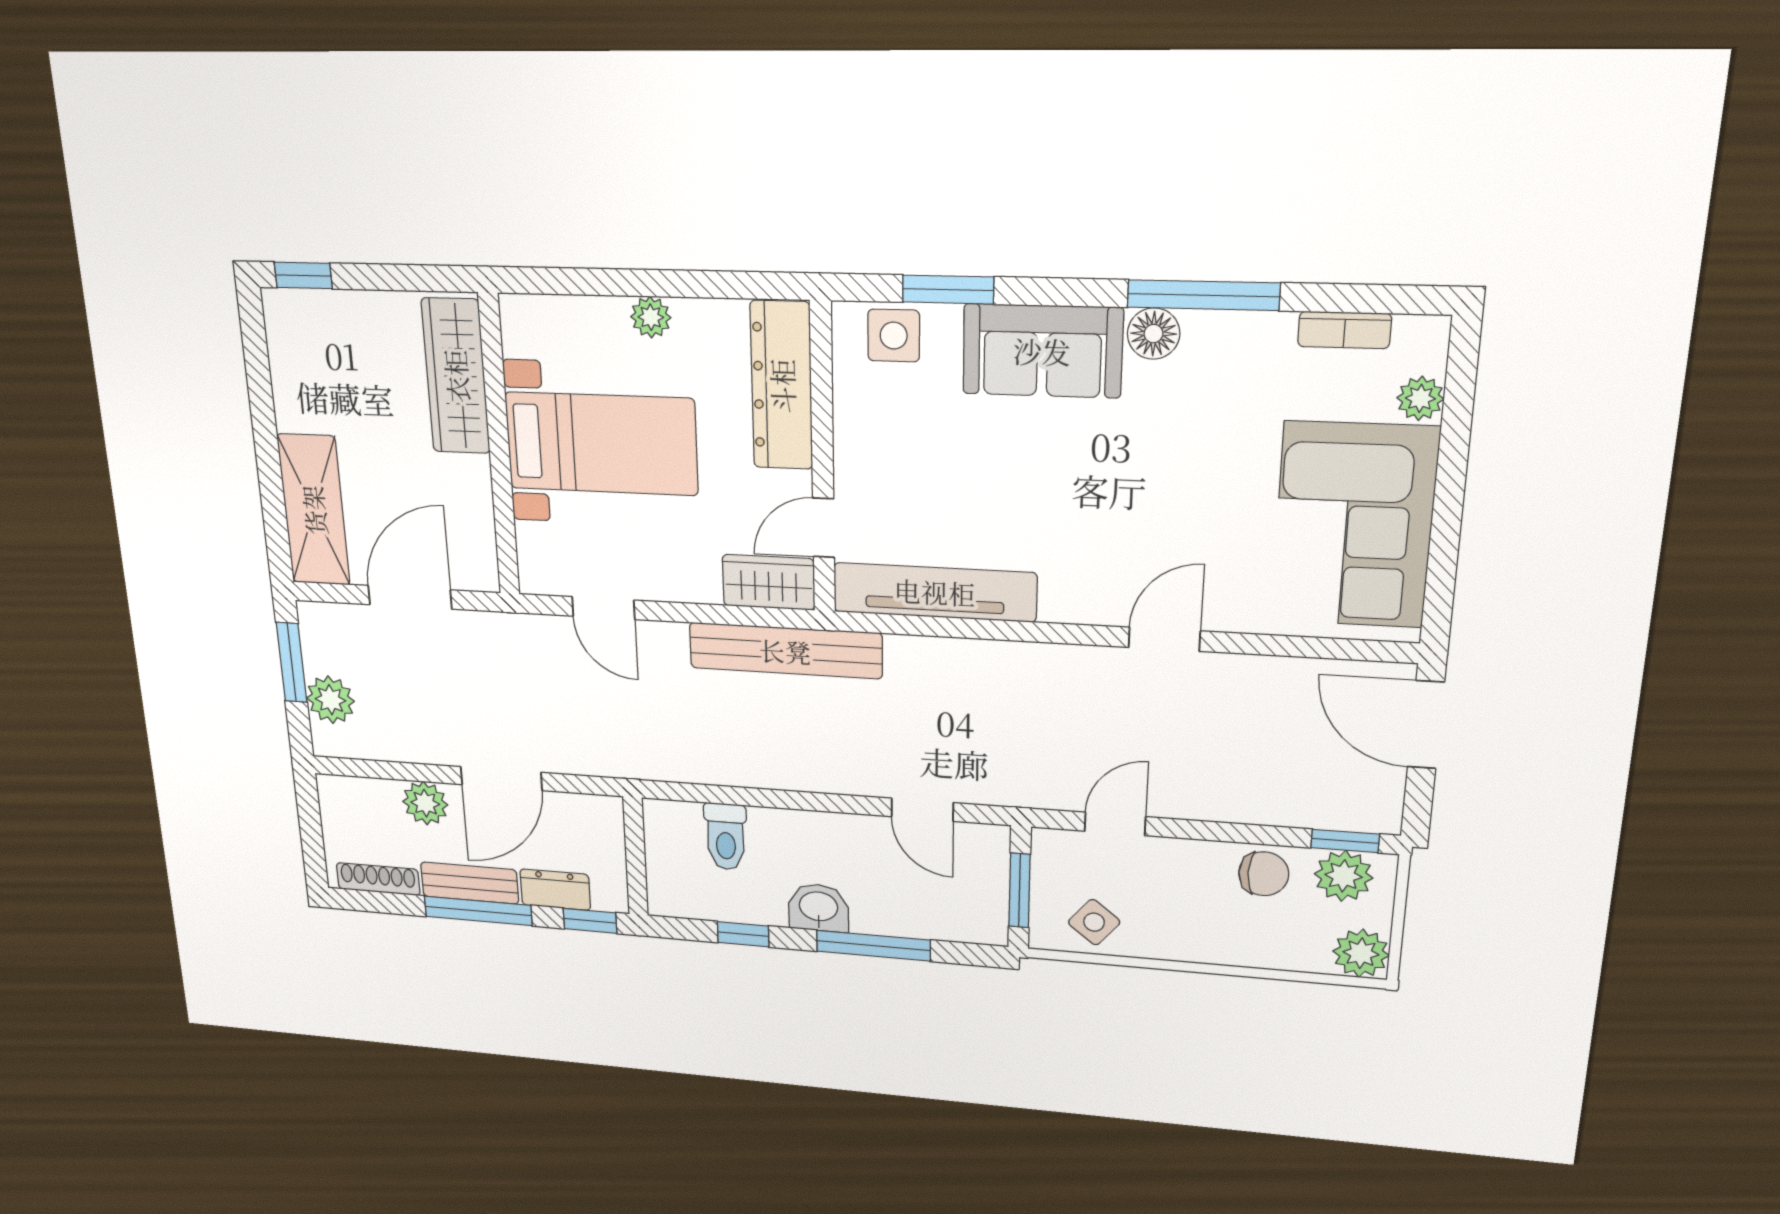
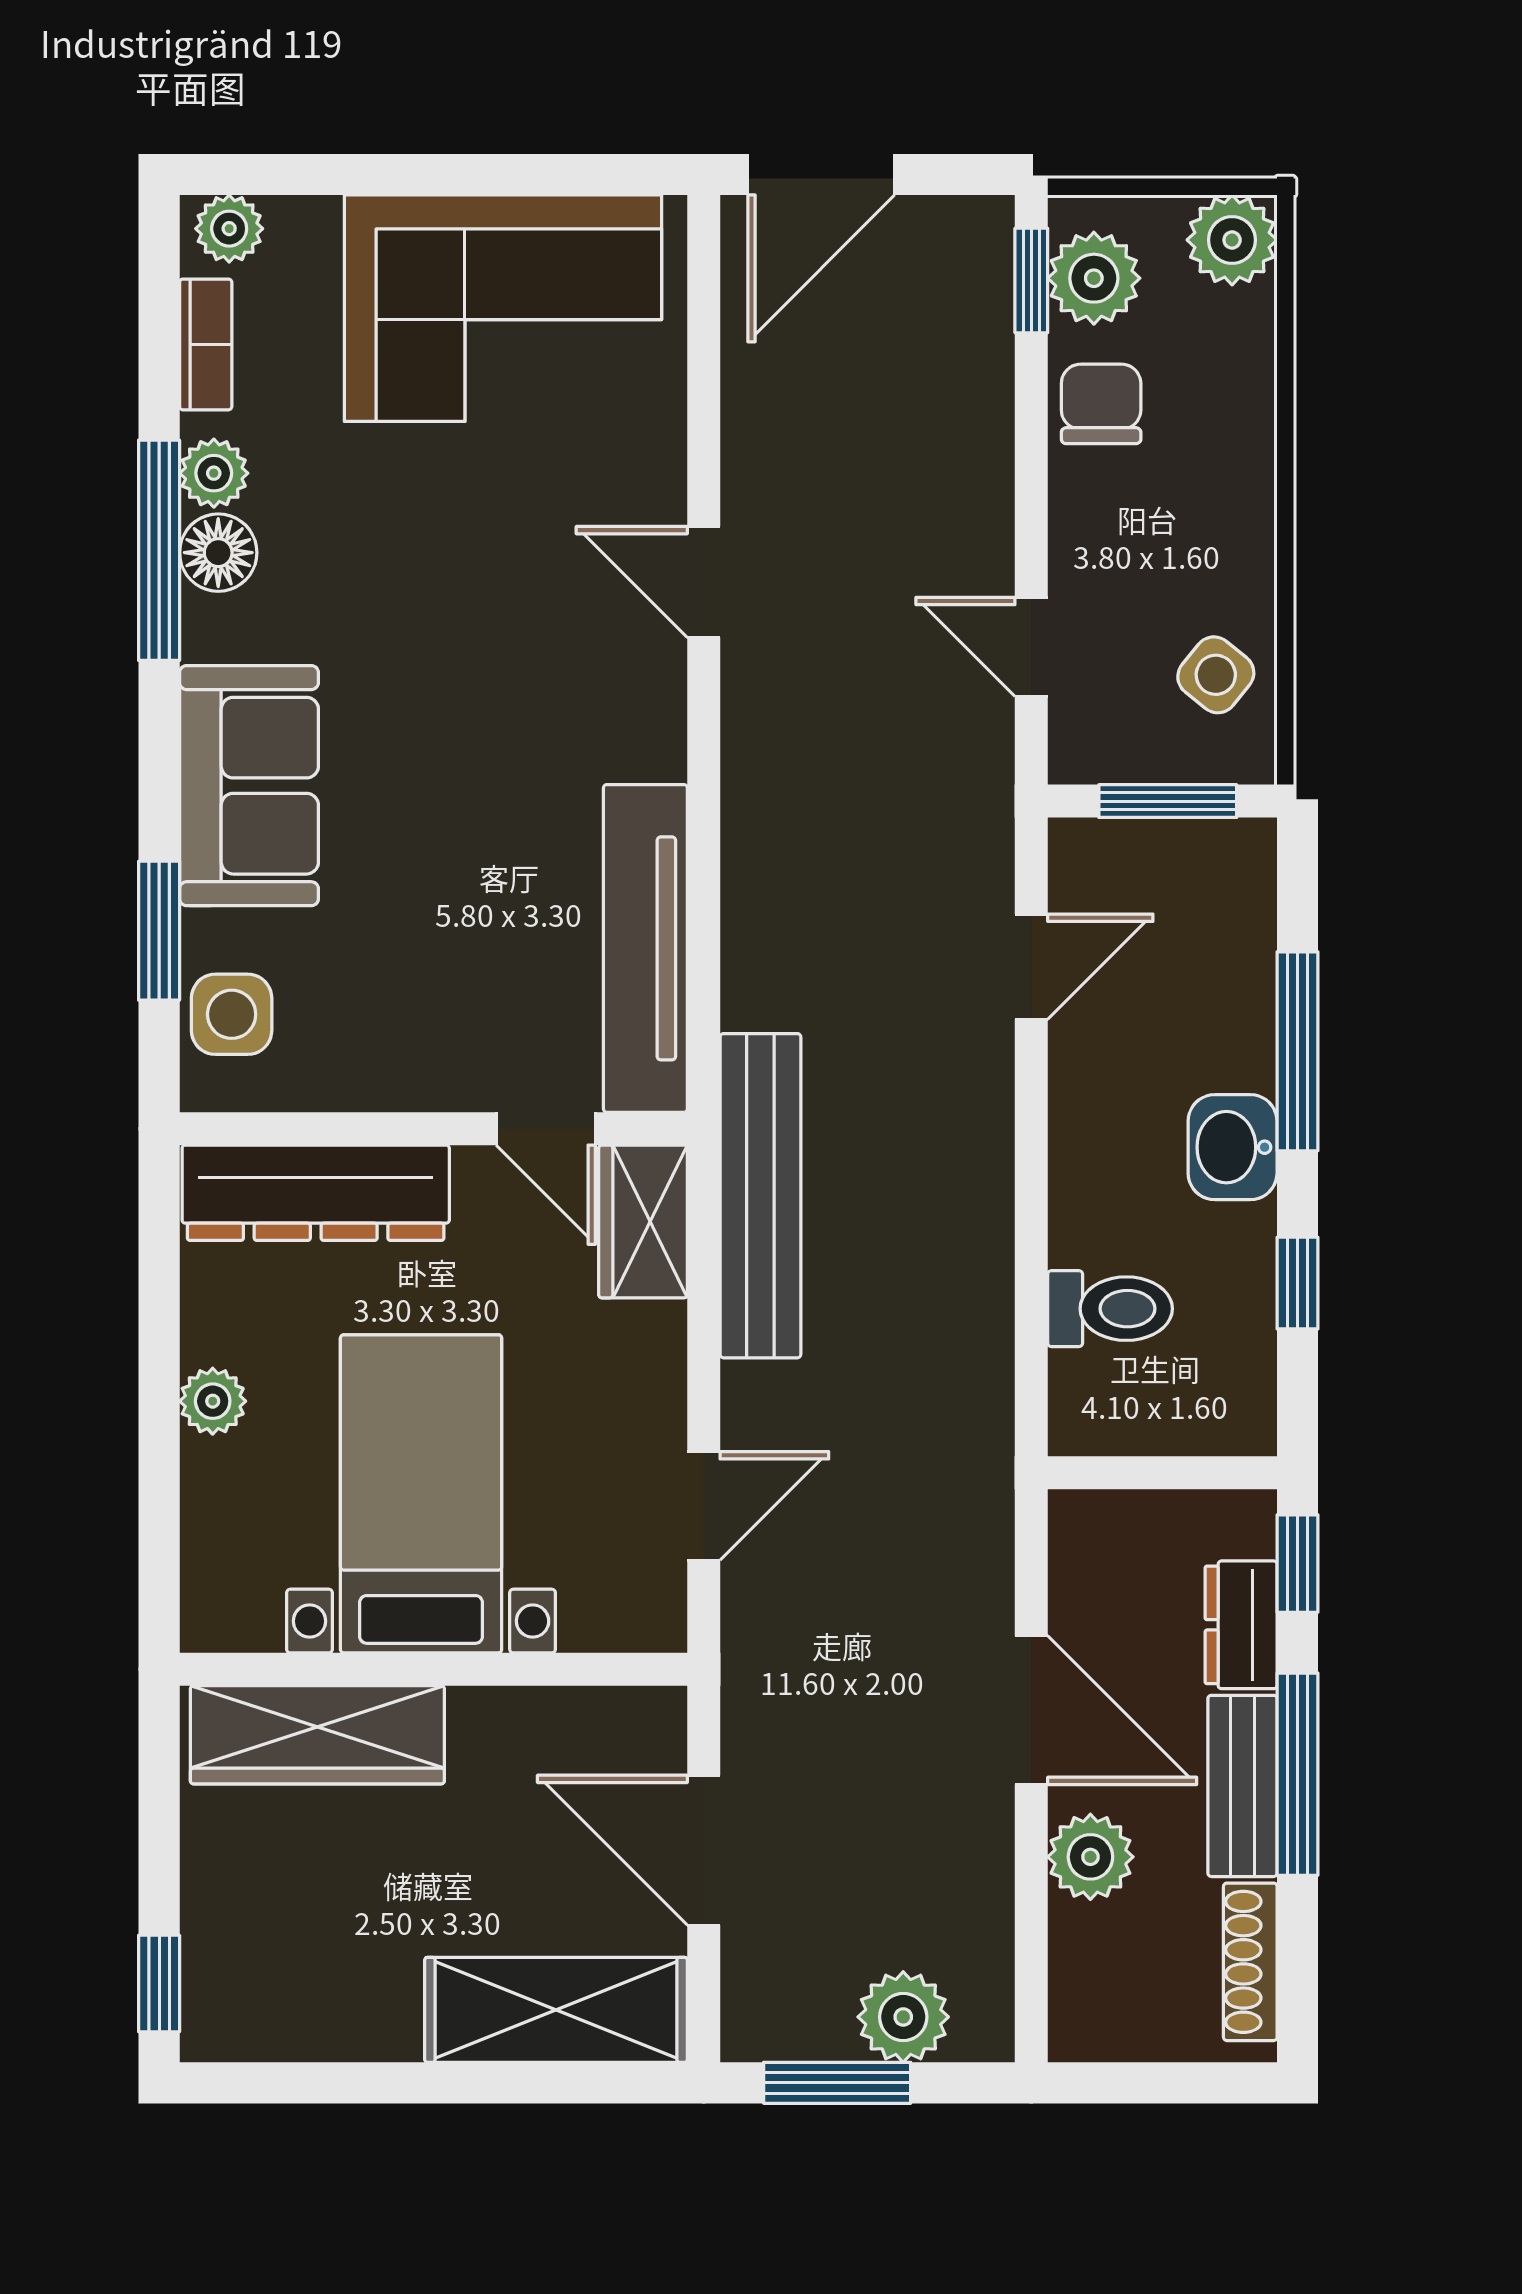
plant: (1254, 333) -> (214, 473), added
floor lamp: (1154, 334) -> (218, 553), moved
plant: (1420, 398) -> (229, 229), moved

